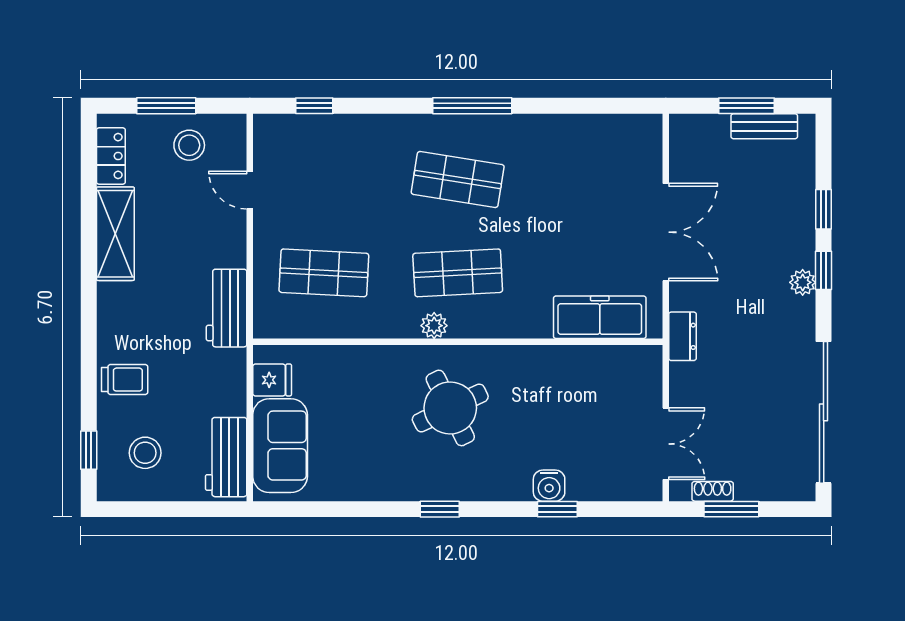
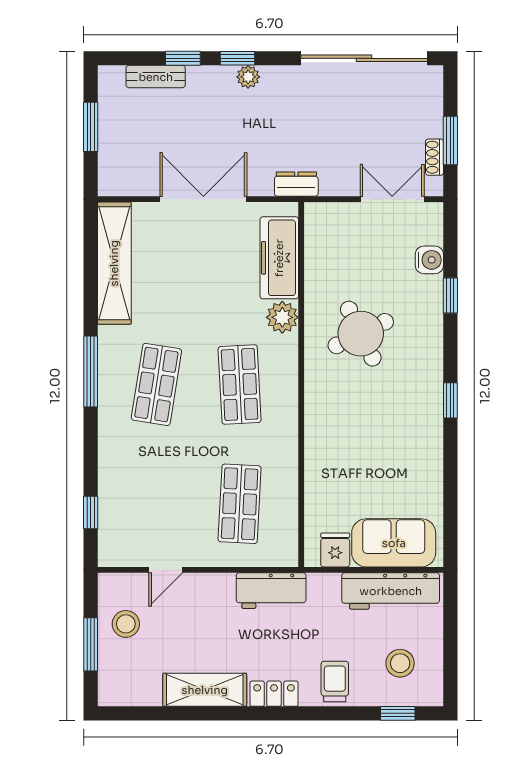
bench: (764, 126) -> (156, 77), moved, turned 90
shelving: (594, 132) -> (114, 263), added
locker: (111, 156) -> (274, 694), moved
plant: (434, 326) -> (282, 317), moved, width x1.38, depth x1.38
round table: (450, 408) -> (361, 334), moved
workbench: (226, 457) -> (391, 591), width x1.38
water cooler: (549, 486) -> (429, 260), moved

